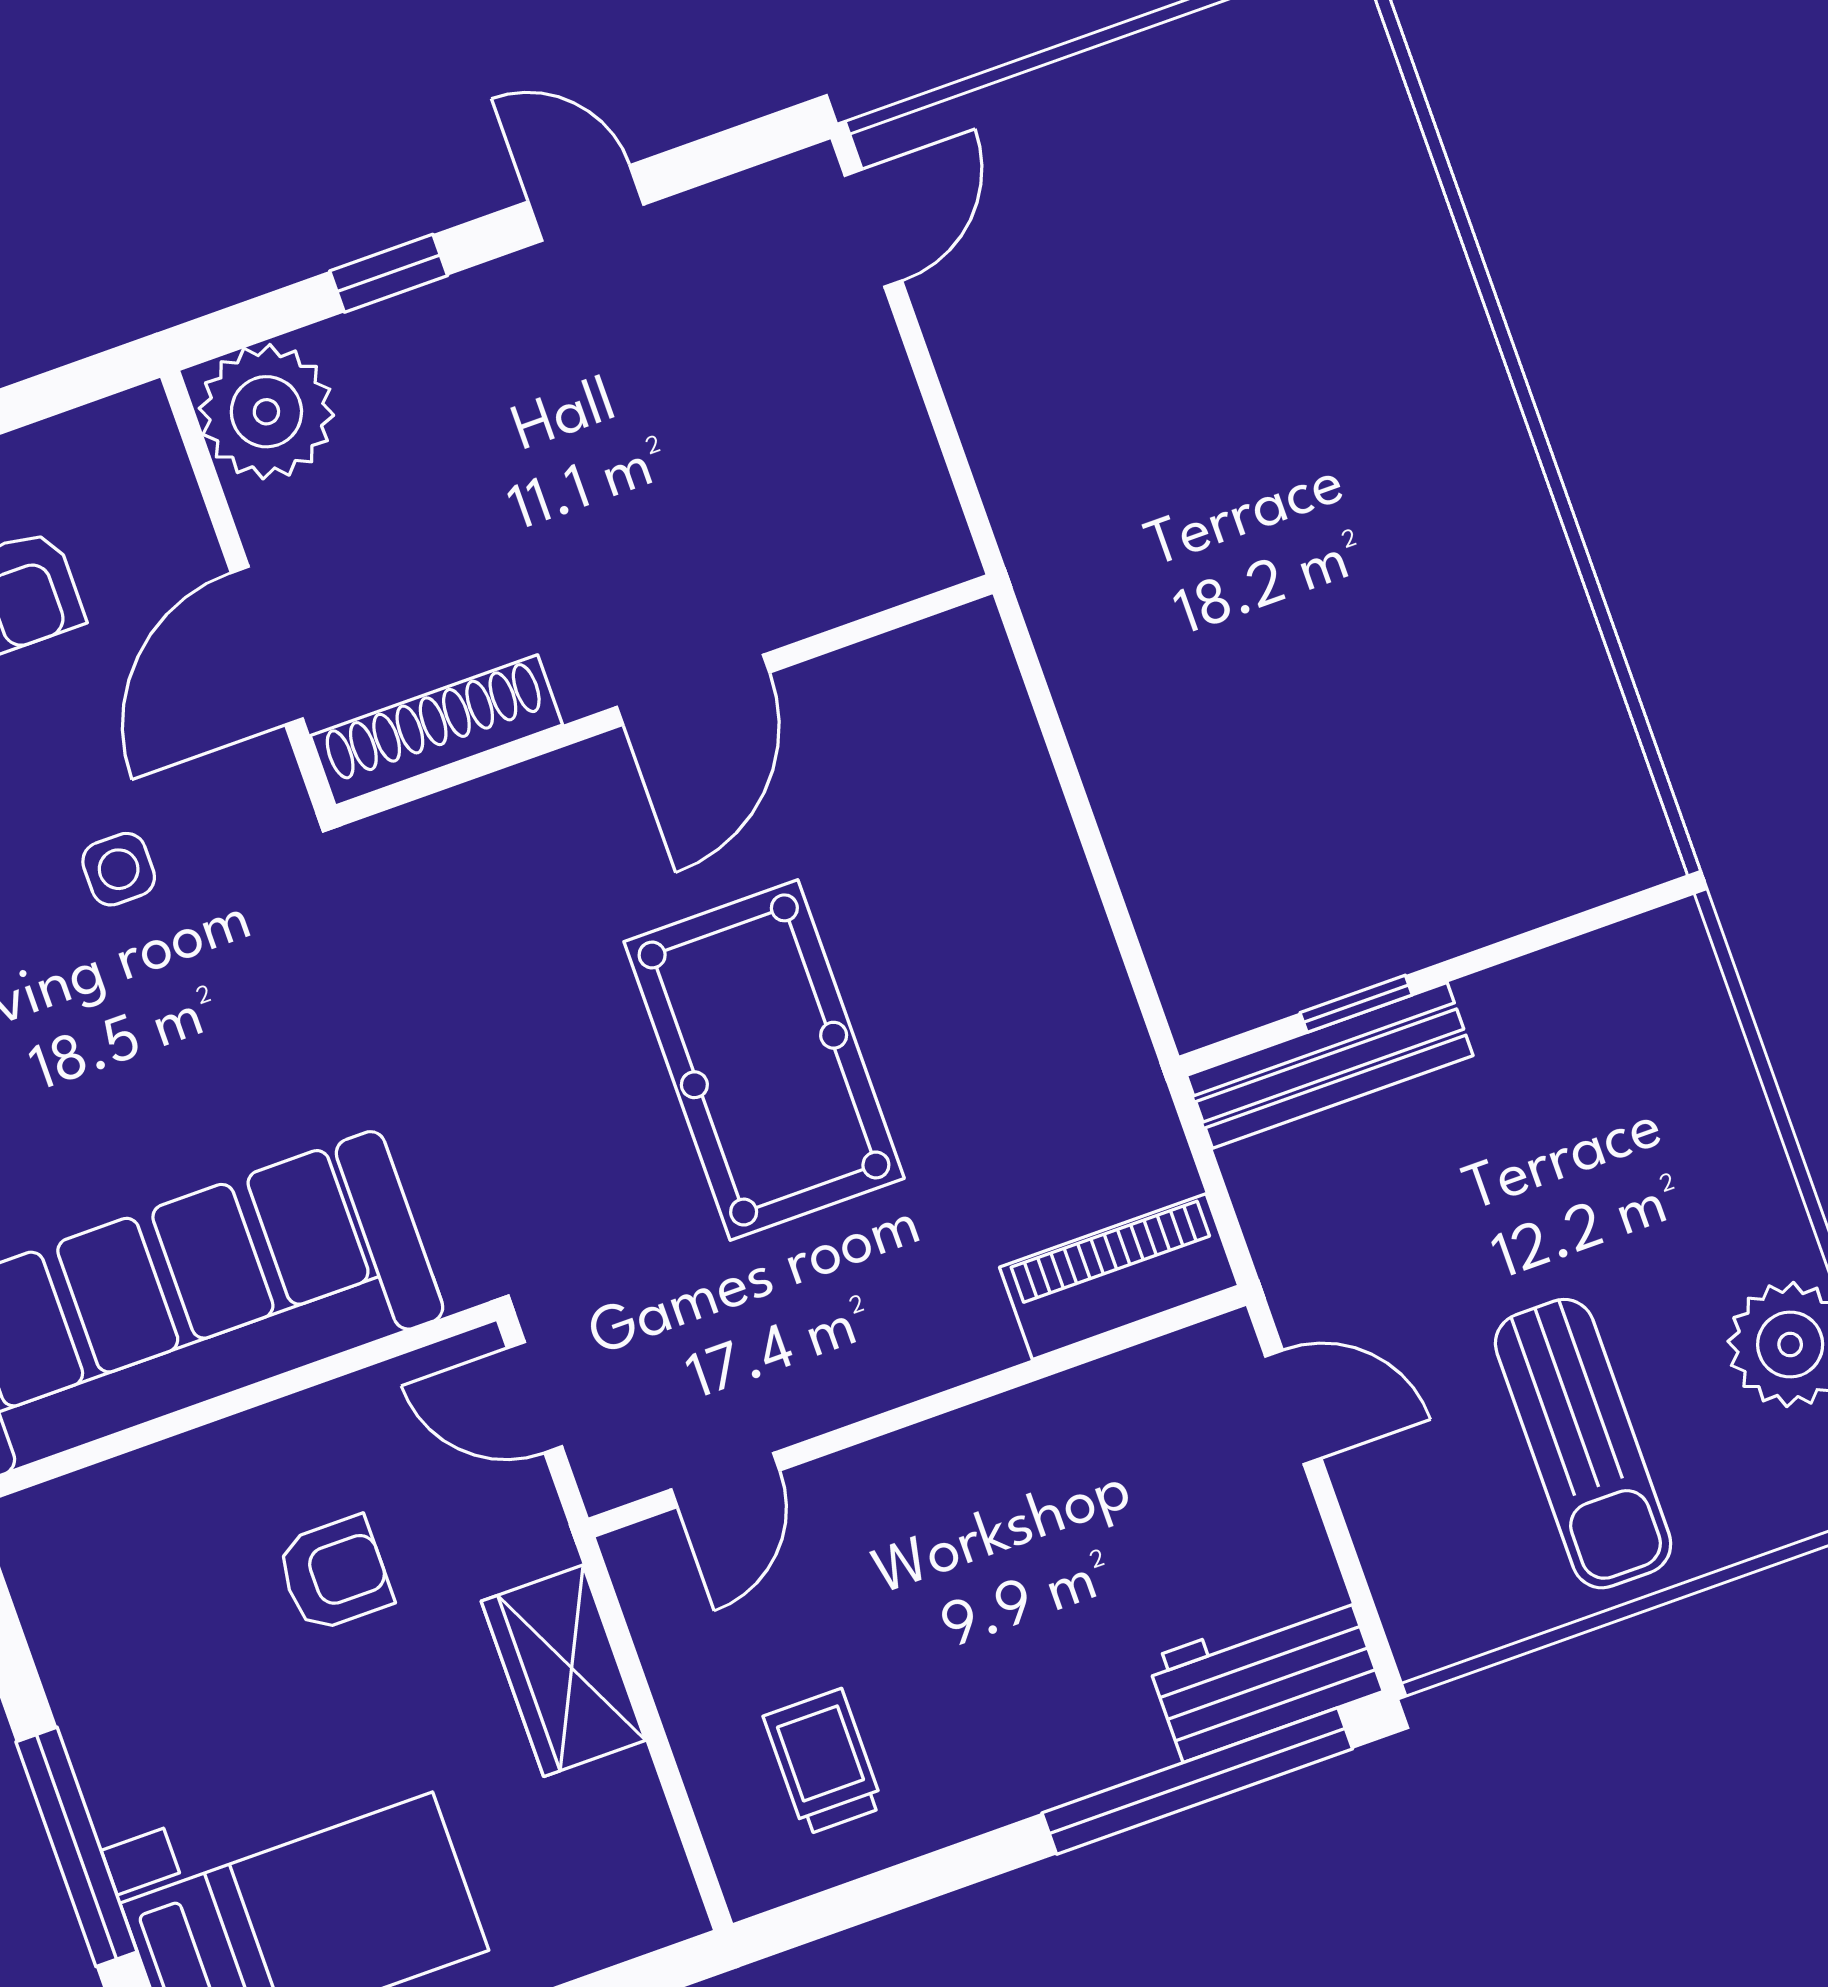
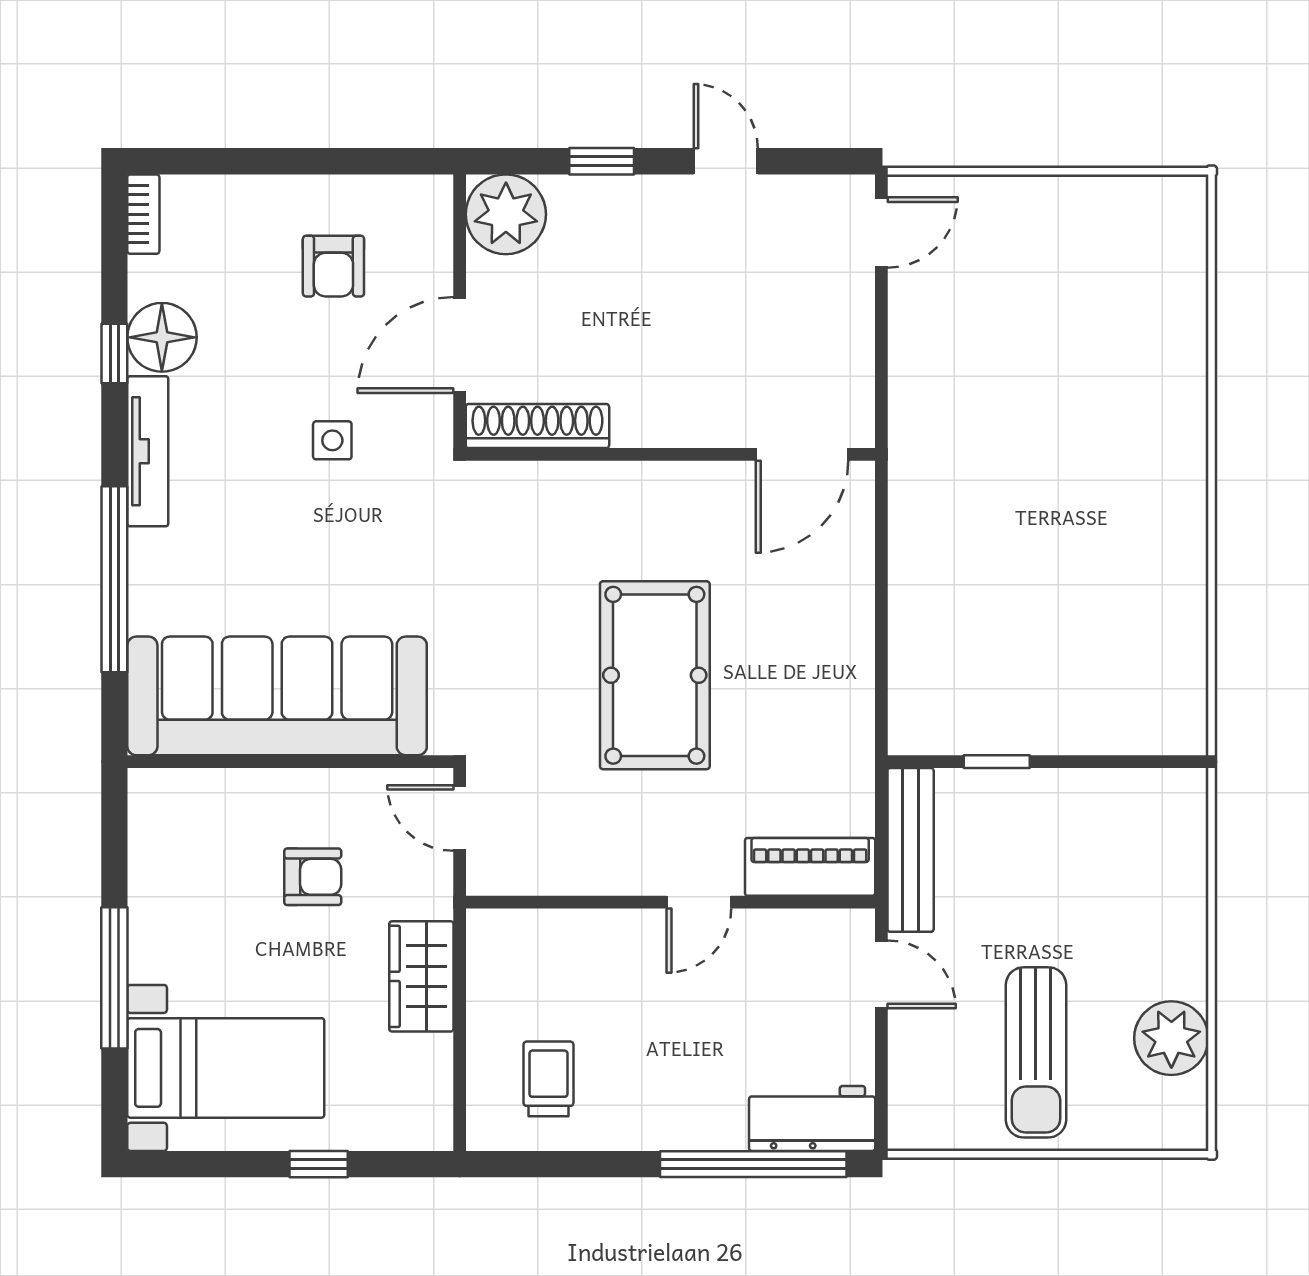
door: (693, 690) -> (802, 454), moved
bench: (1330, 1065) -> (911, 850), moved, turned 90
door: (725, 1480) -> (699, 902), moved

